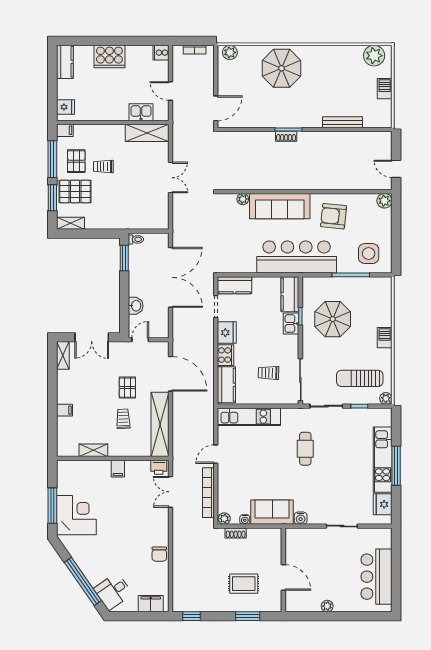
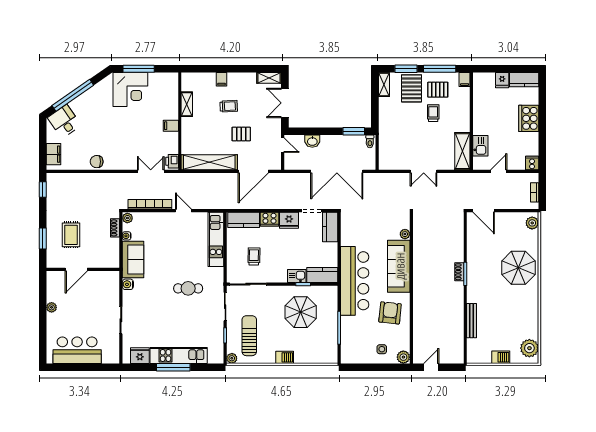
fridge: (65, 107) -> (502, 80), moved
side table: (369, 254) -> (382, 349), moved, width x0.54, depth x0.54
trolley: (123, 419) -> (229, 106), moved

